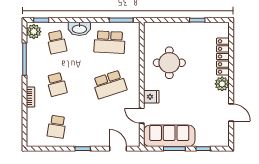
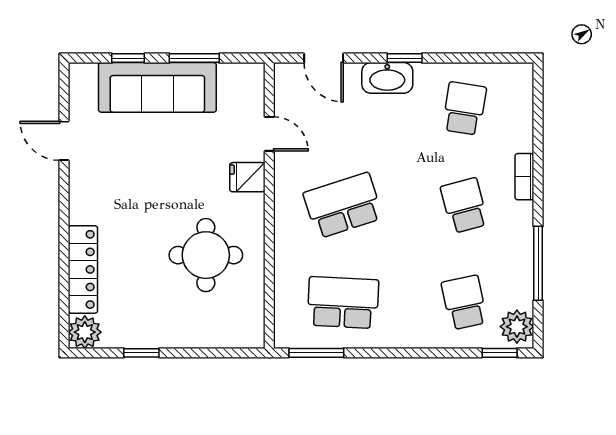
washbasin: (79, 29) -> (387, 78), moved, turned 180
plant: (222, 84) -> (85, 332), moved
sofa: (169, 136) -> (157, 87), moved

